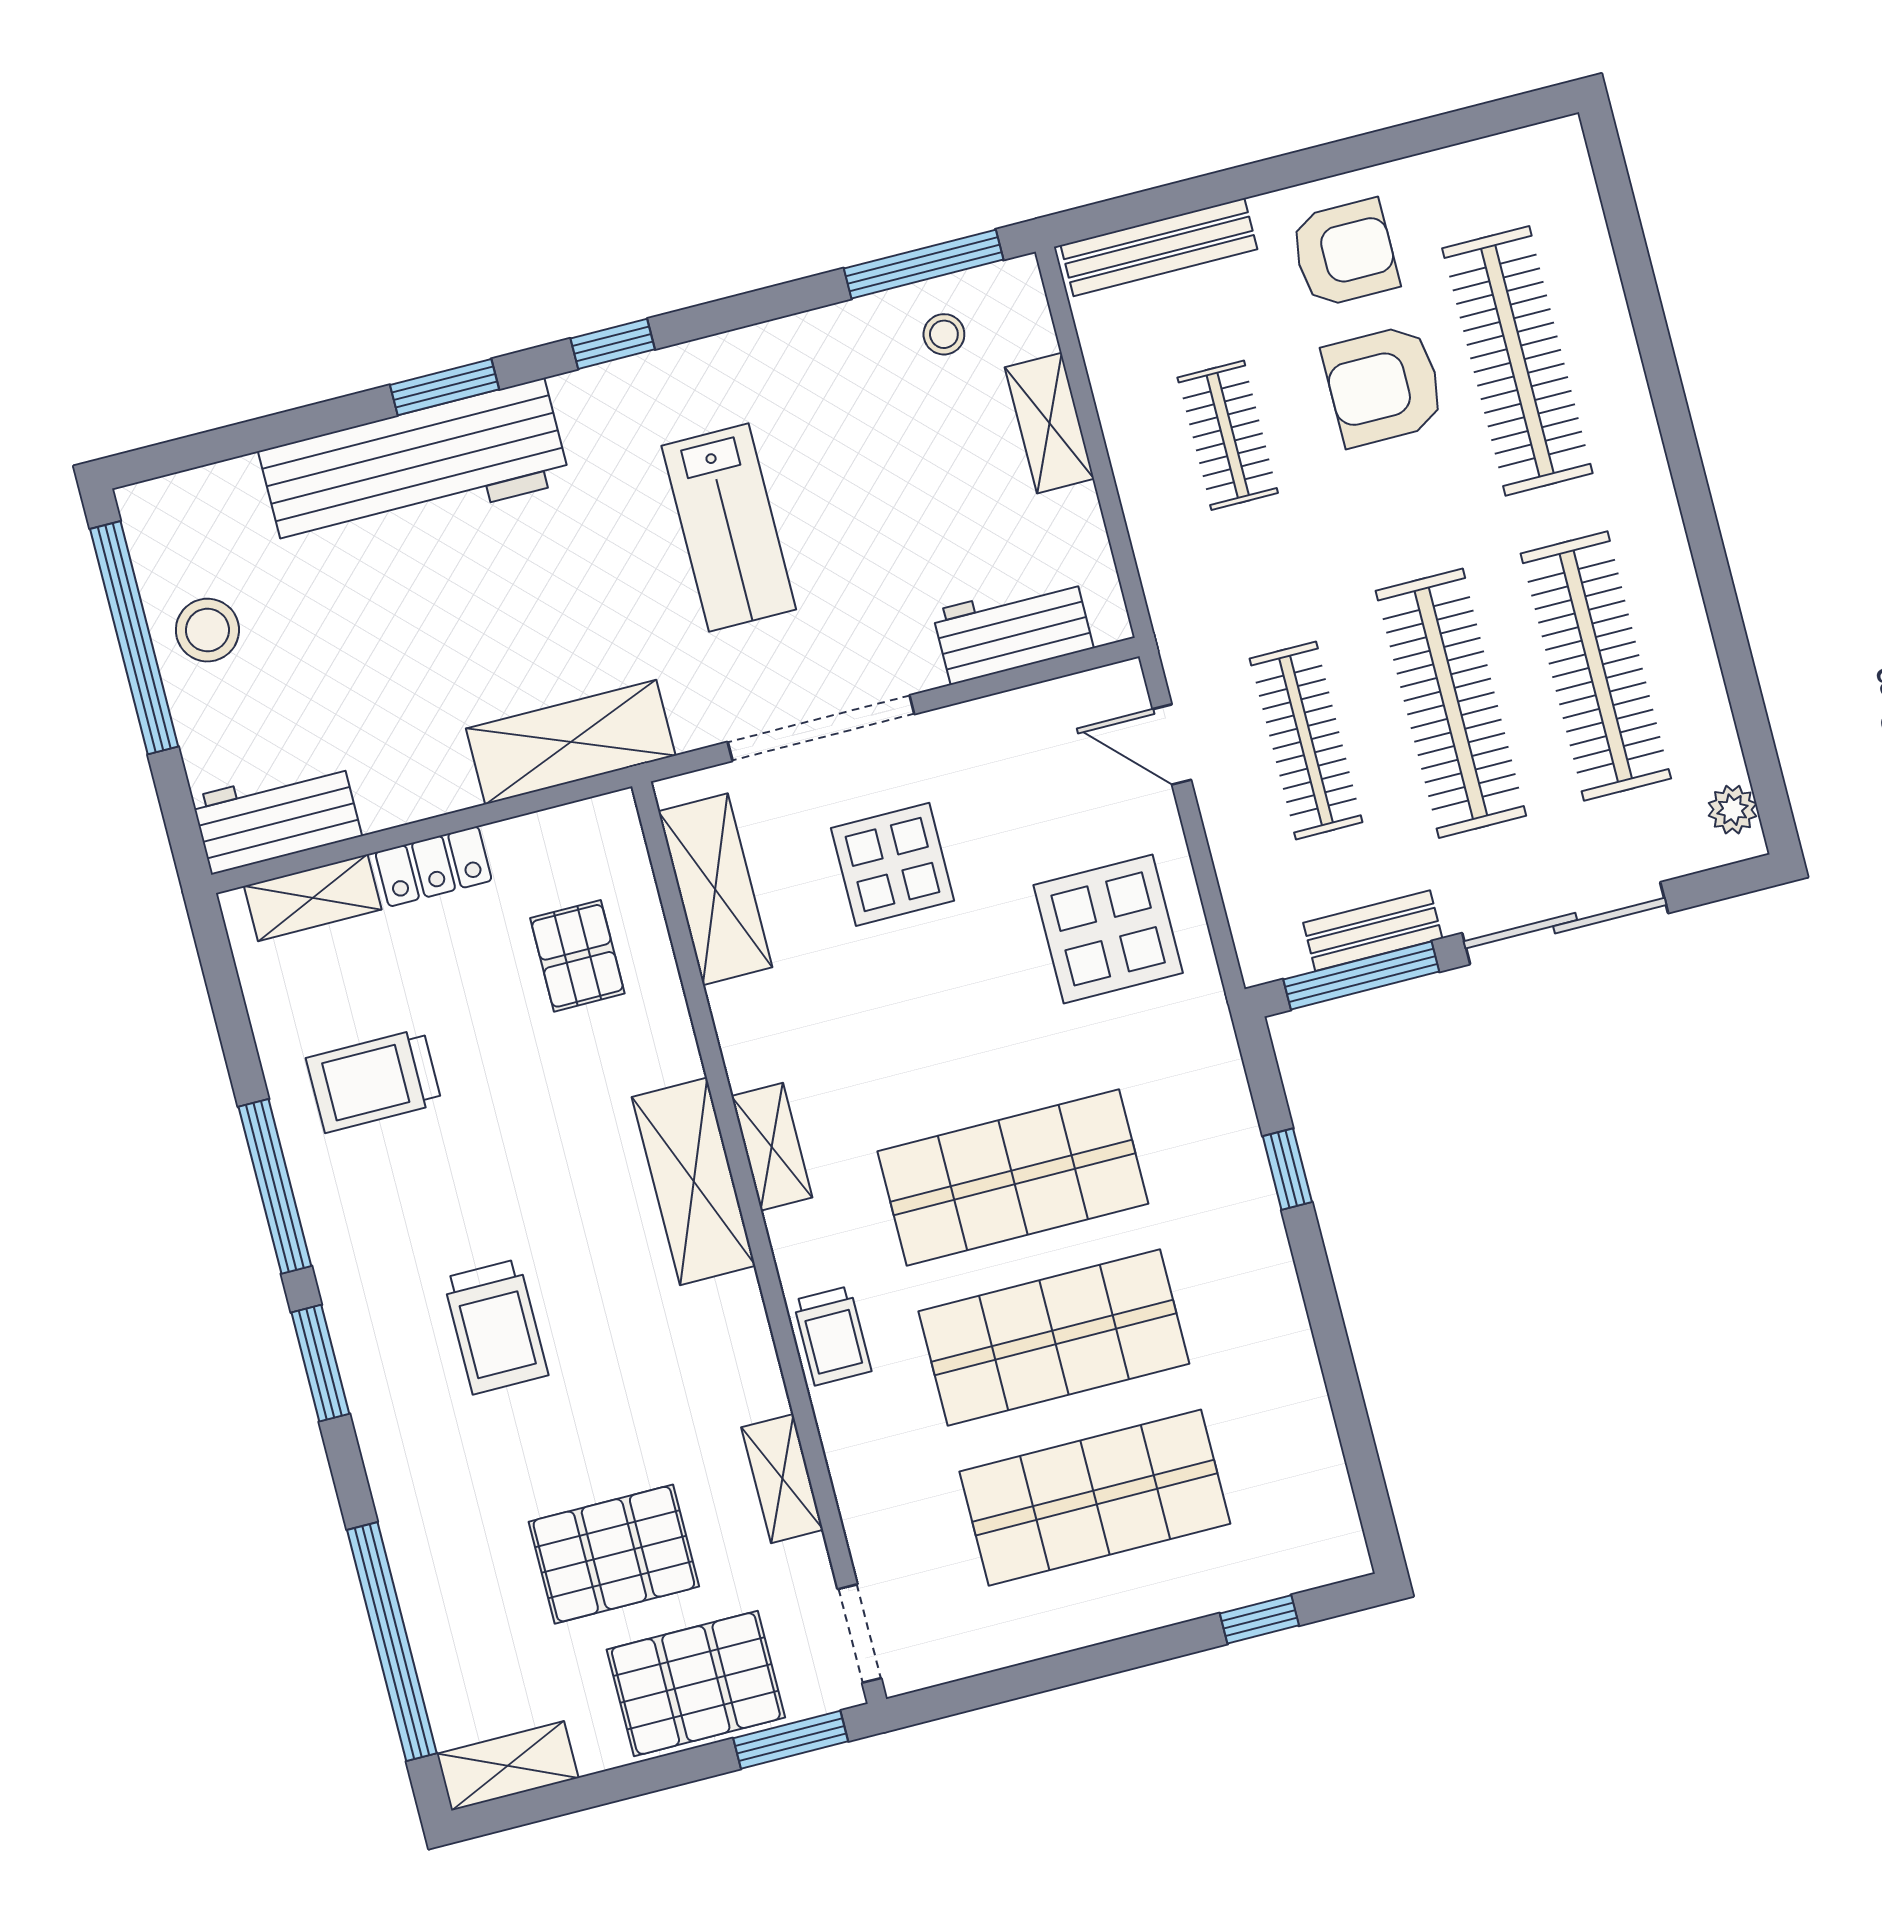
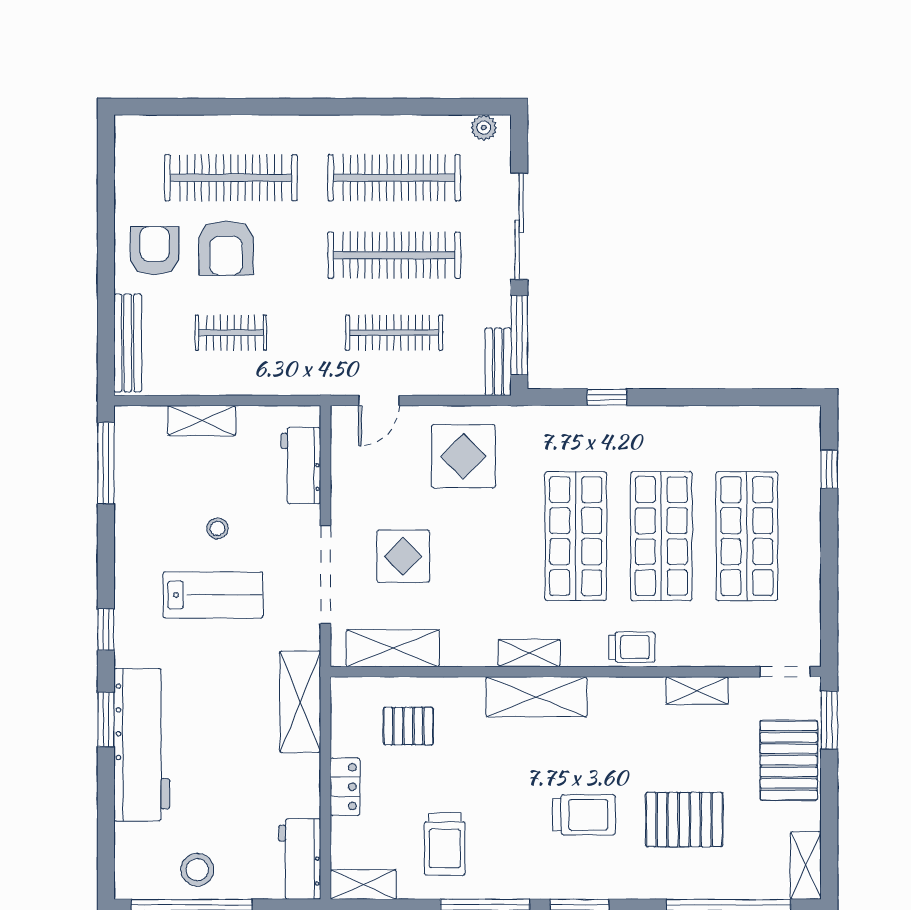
stool: (944, 334) -> (217, 528), moved
shelving: (313, 898) -> (363, 885), moved, turned 90
bench: (1373, 931) -> (498, 362), moved
pallet: (614, 1554) -> (684, 820), moved, turned 90

